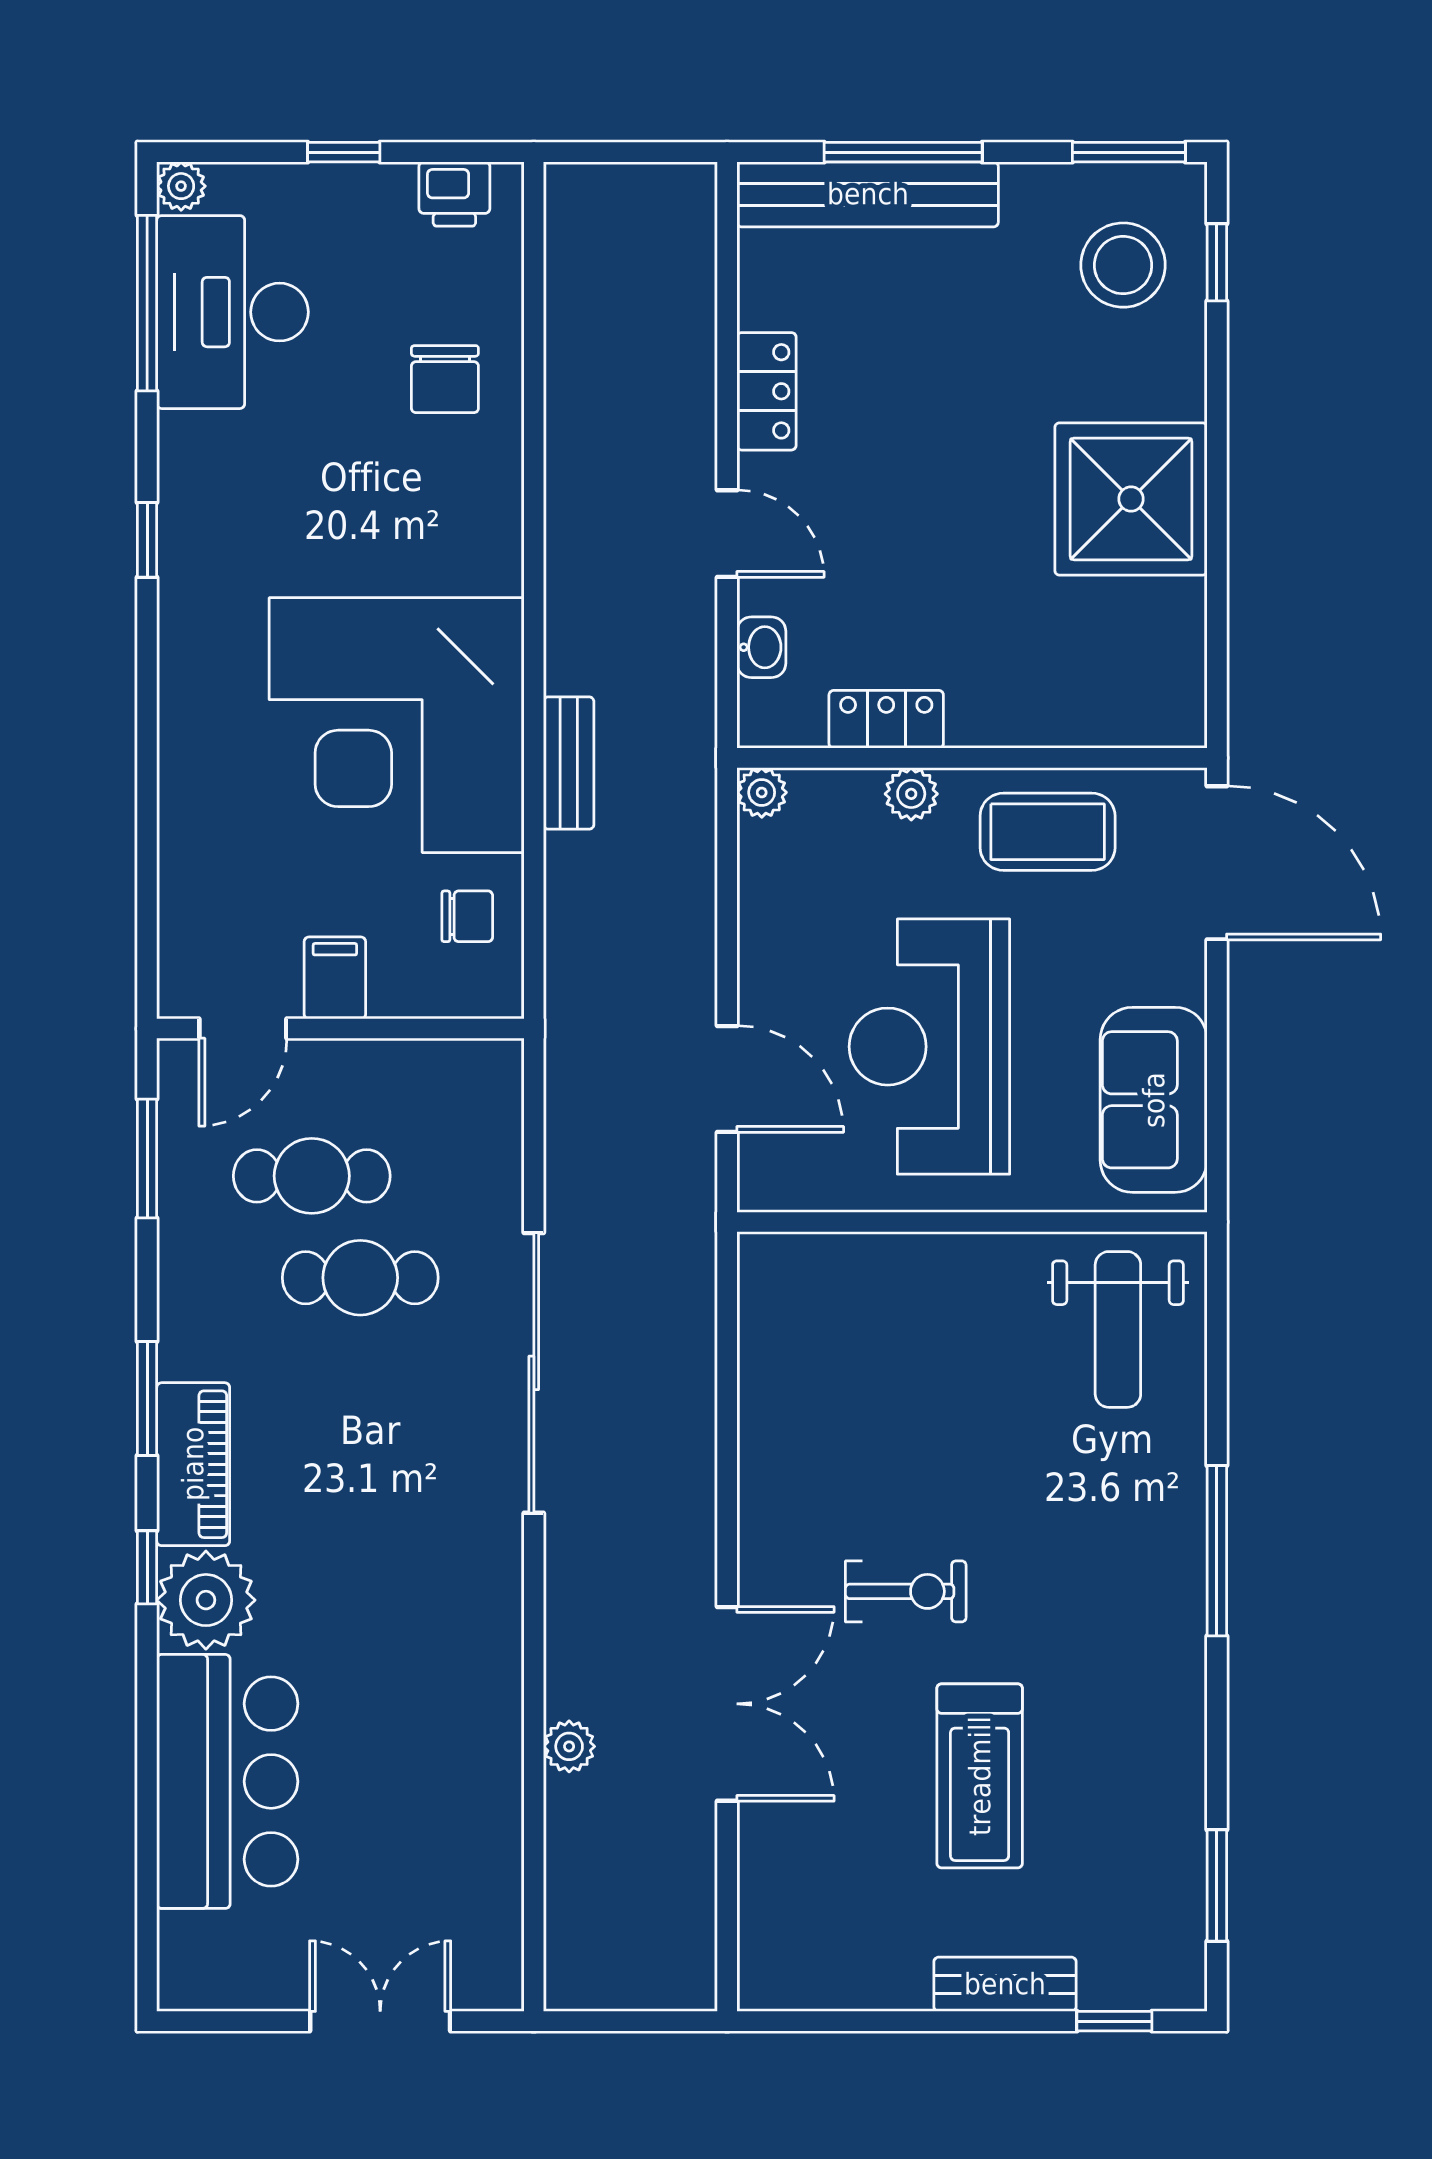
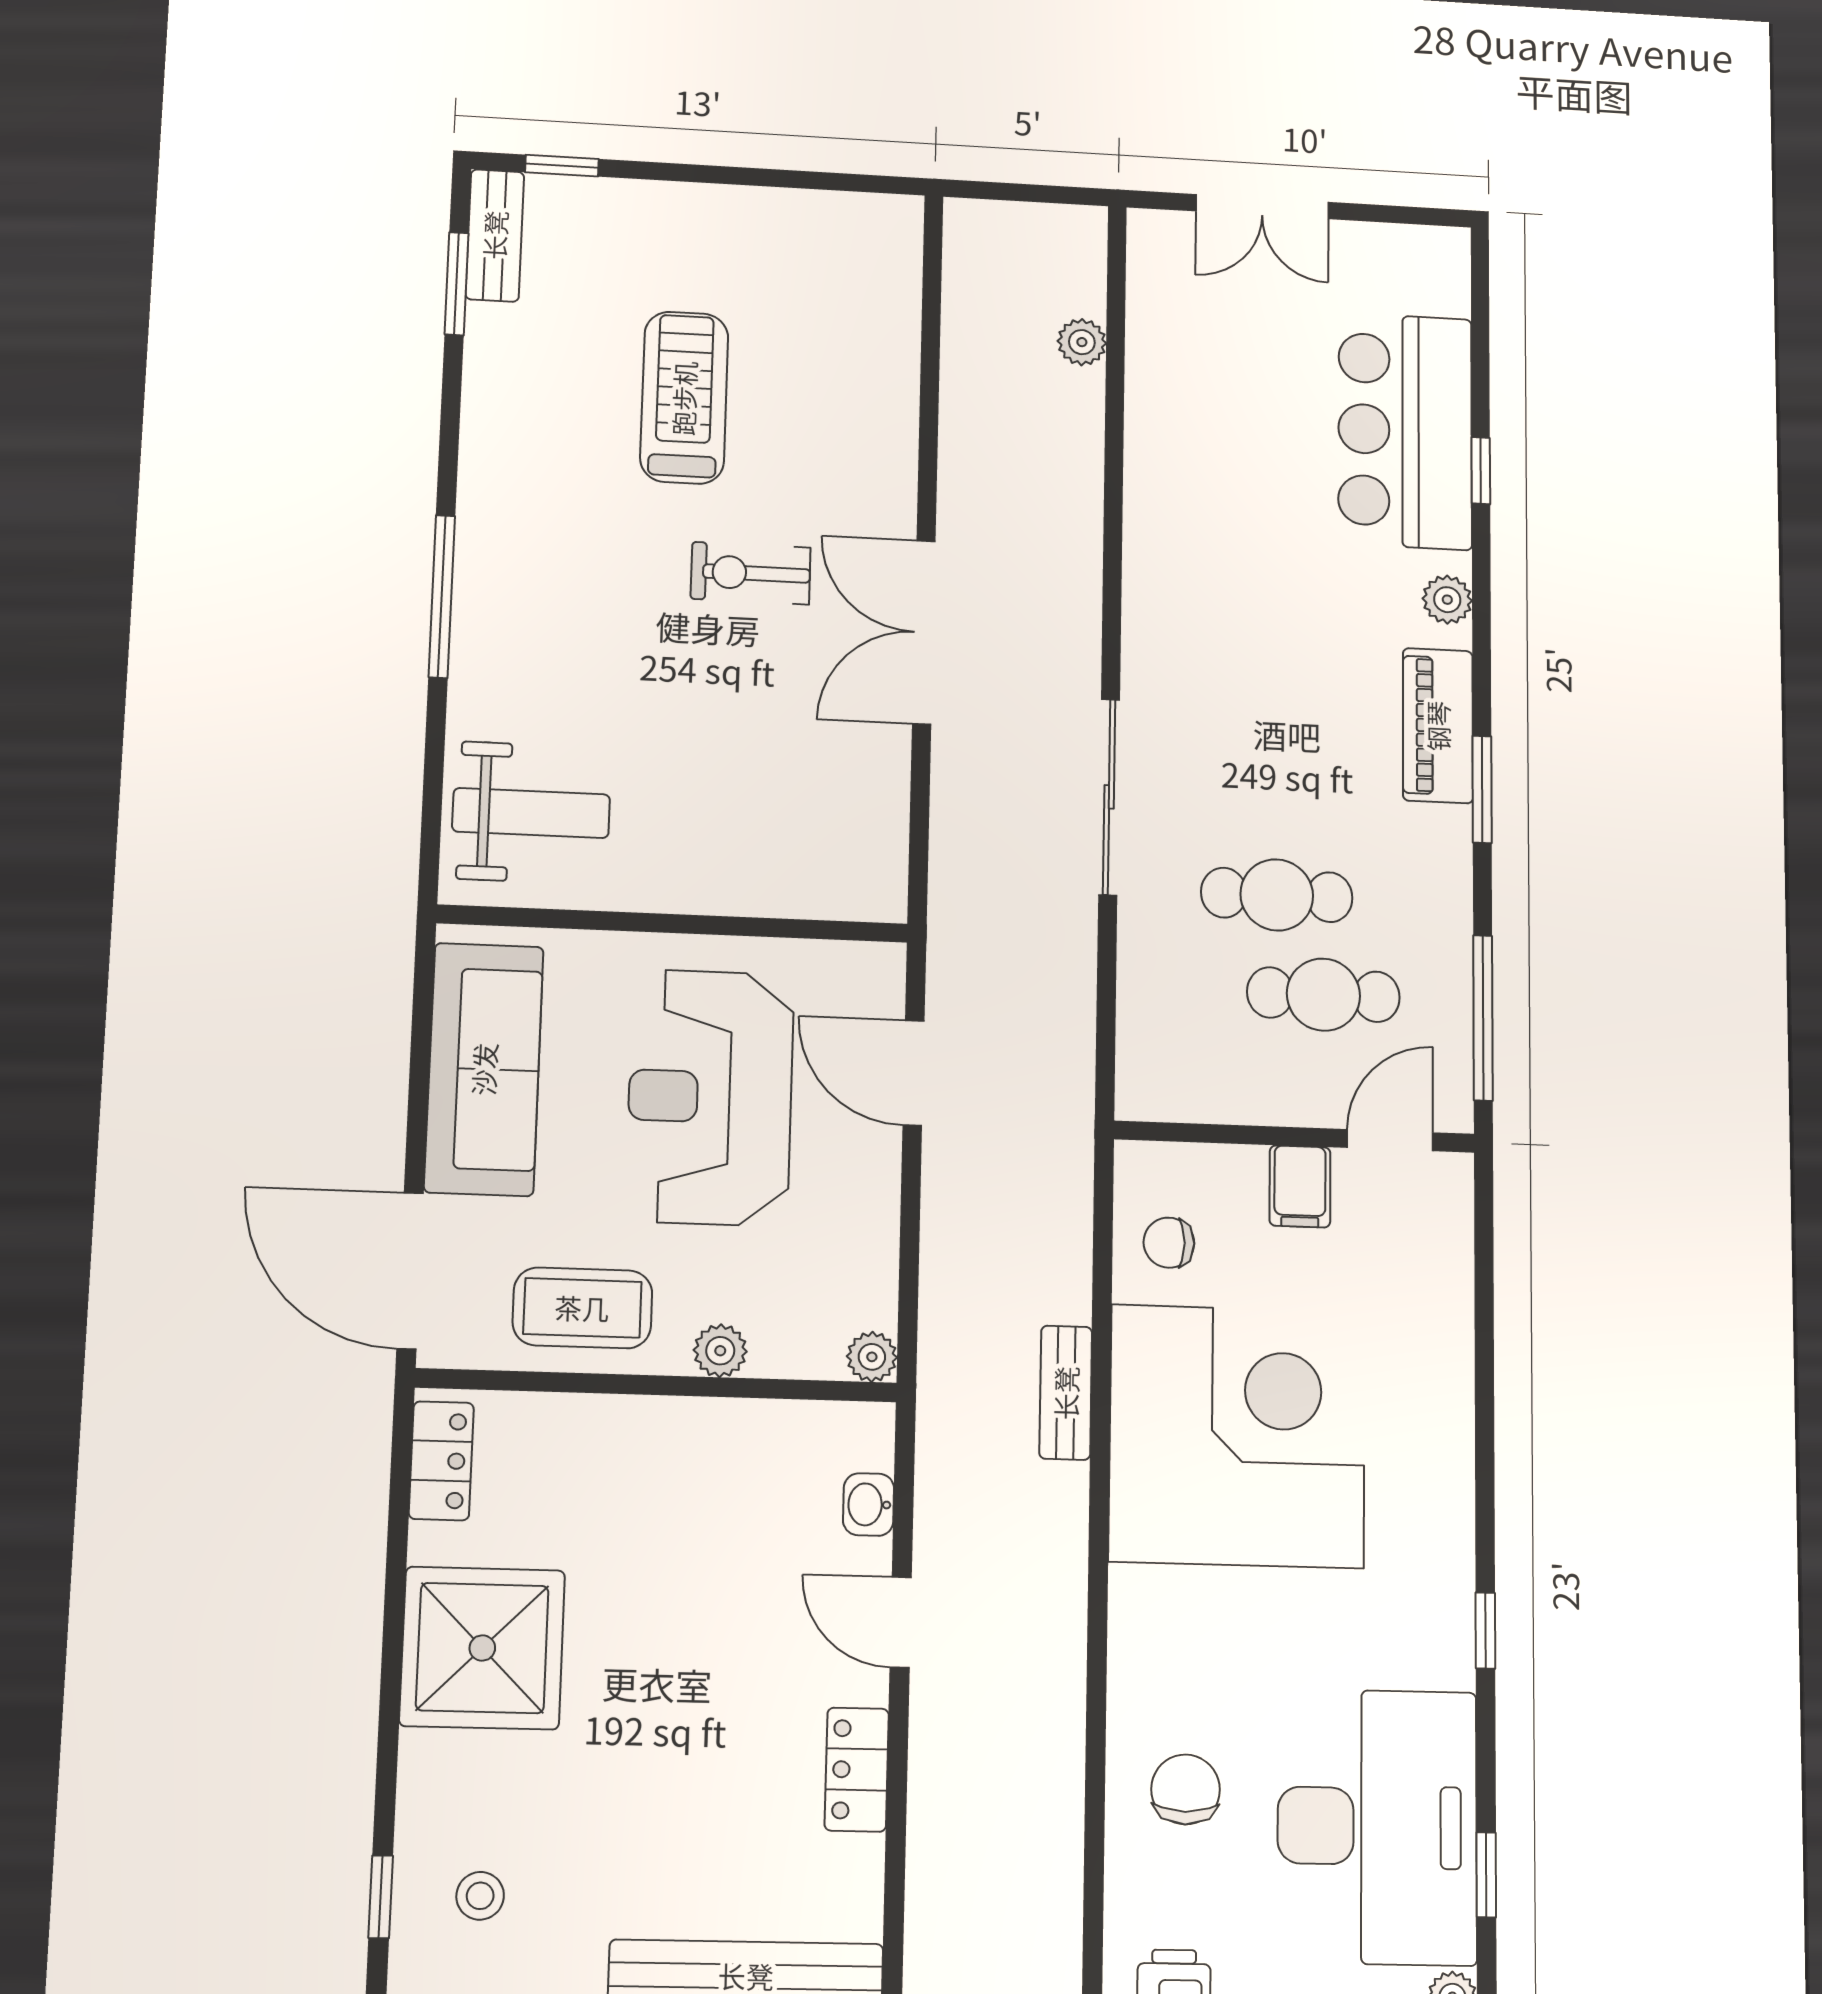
stool: (1123, 265) -> (480, 1896), width x0.53, depth x0.53
window: (147, 303) -> (1486, 1875), width x0.46
desk: (233, 312) -> (1377, 1827), width x1.36, depth x1.30
locker: (886, 719) -> (441, 1461), moved, turned -90
reception desk: (929, 1047) -> (710, 1097), turned 180
sofa: (1154, 1100) -> (484, 1069), width x1.36
window: (147, 1159) -> (1483, 1018), width x1.44
weight bench: (1118, 1329) -> (531, 813), turned 90
sliding door: (534, 1373) -> (1109, 797), width x0.73
window: (147, 1567) -> (1481, 471), moved
plant: (206, 1600) -> (1447, 600), width x0.53, depth x0.53
double door: (727, 1704) -> (924, 632), moved
plant: (569, 1746) -> (1082, 342), moved
bench: (1005, 1984) -> (495, 235), moved, turned 90

